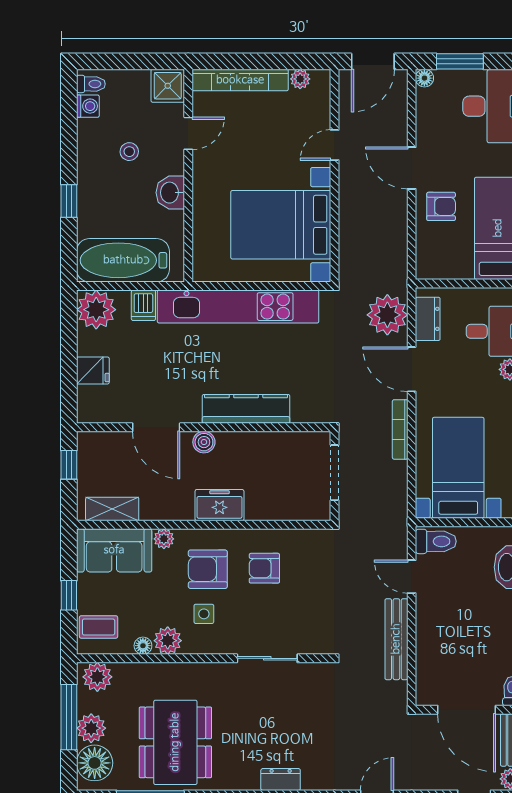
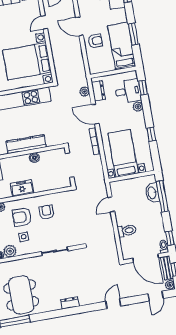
plant: (387, 315) -> (85, 92), width x0.53, depth x0.53
boiler: (204, 442) -> (34, 158), moved
toilet: (436, 541) -> (127, 231), moved
armchair: (264, 568) -> (46, 212), turned 90
door: (412, 577) -> (111, 204), hinge flipped
bench: (396, 639) -> (109, 233), removed

